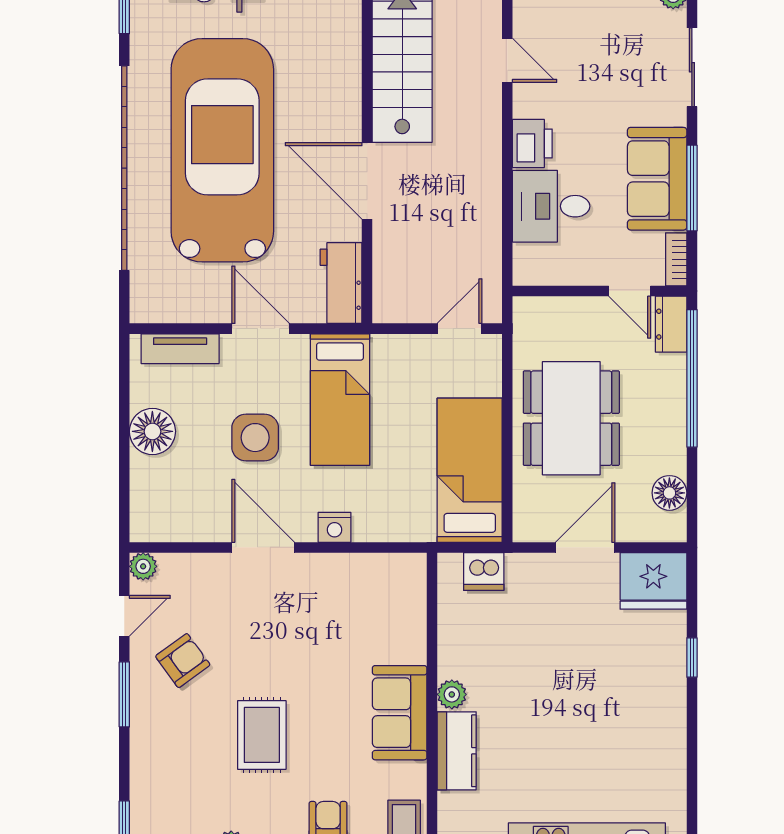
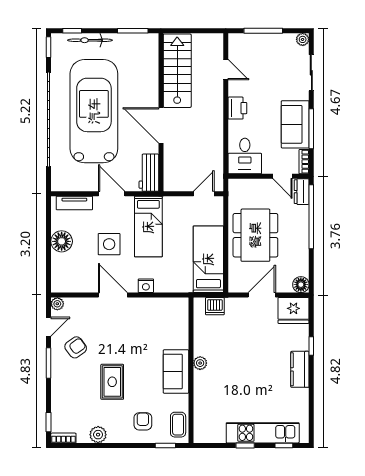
desk: (551, 206) -> (245, 156), moved, turned -90
floor lamp: (669, 493) -> (301, 285), moved
kitchen counter: (457, 751) -> (300, 369), moved, turned 180

